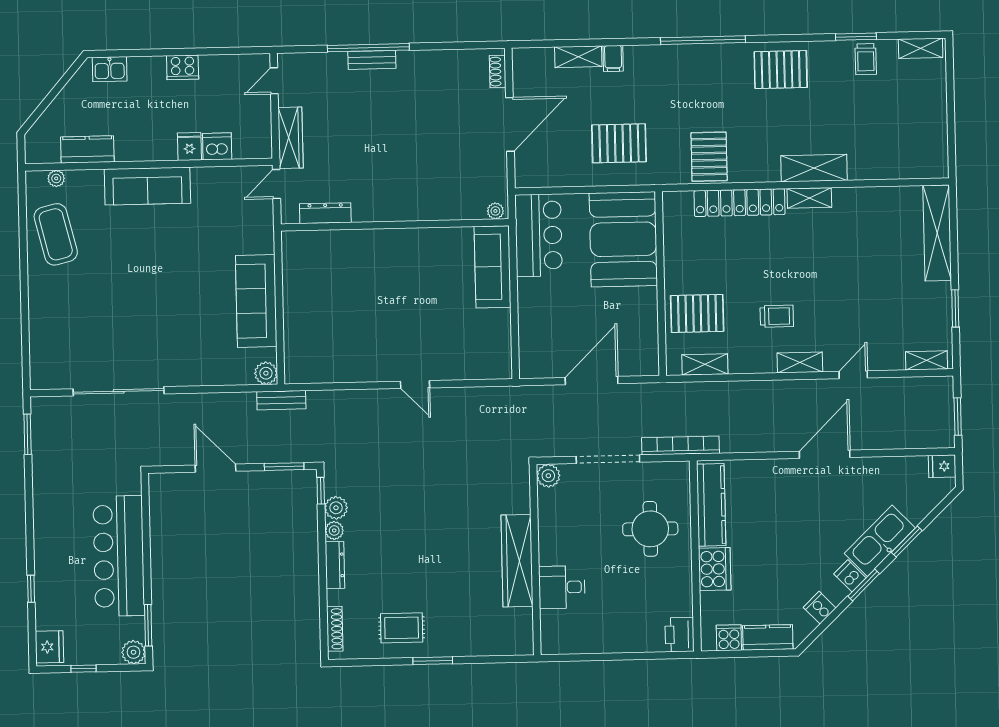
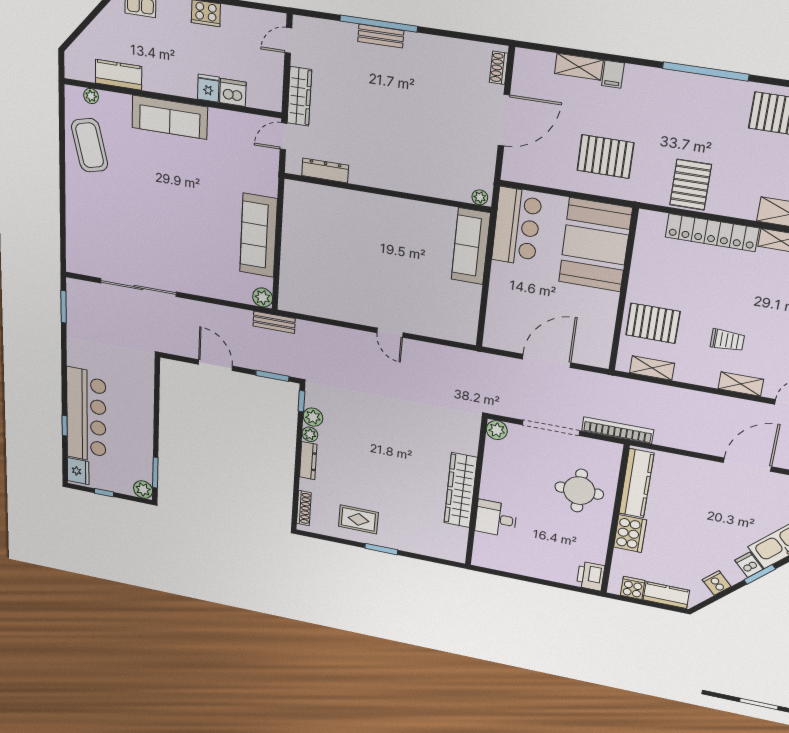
bar counter: (119, 556) -> (86, 415), moved, turned 180

